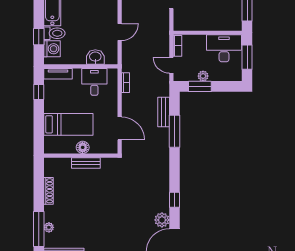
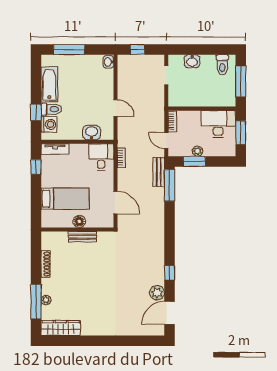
door: (120, 32) -> (115, 108), hinge flipped
desk: (94, 82) -> (101, 157), moved
bench: (164, 112) -> (159, 172), moved
window: (175, 131) -> (169, 185), moved

